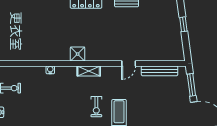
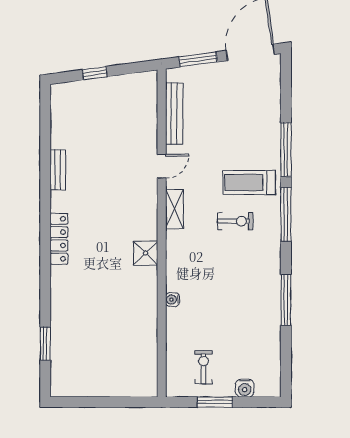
door: (129, 63) -> (162, 166), hinge flipped
shelving: (89, 71) -> (174, 209), moved

